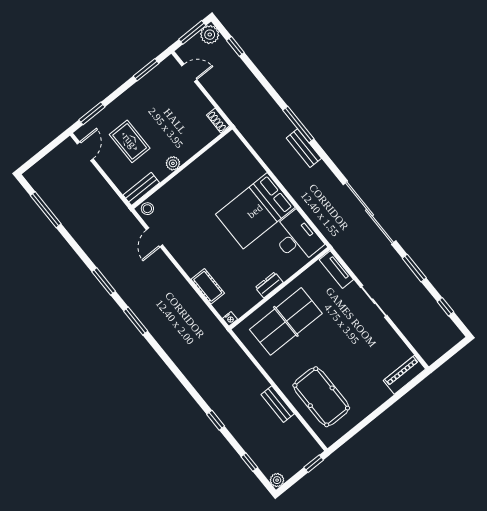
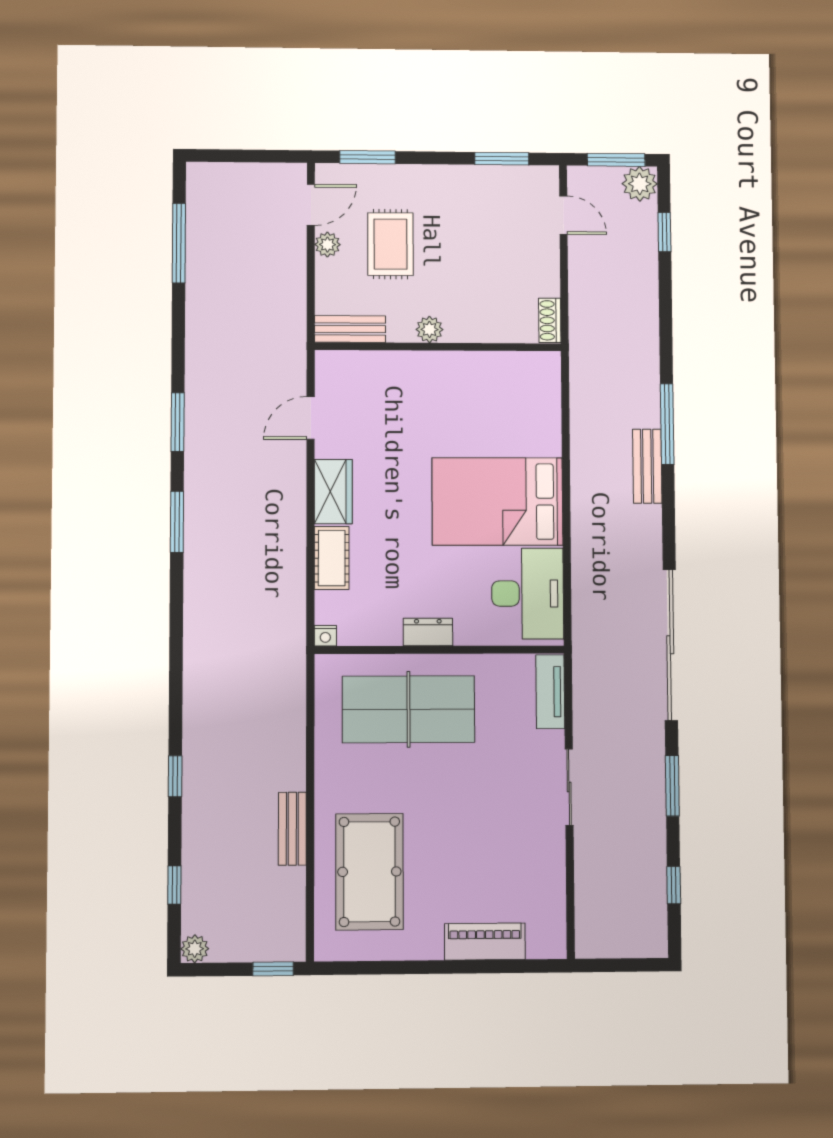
plant: (105, 162) -> (327, 245), added
stool: (147, 209) -> (335, 366), removed
wardrobe: (187, 259) -> (333, 492), added
piano: (404, 375) -> (485, 942), moved

